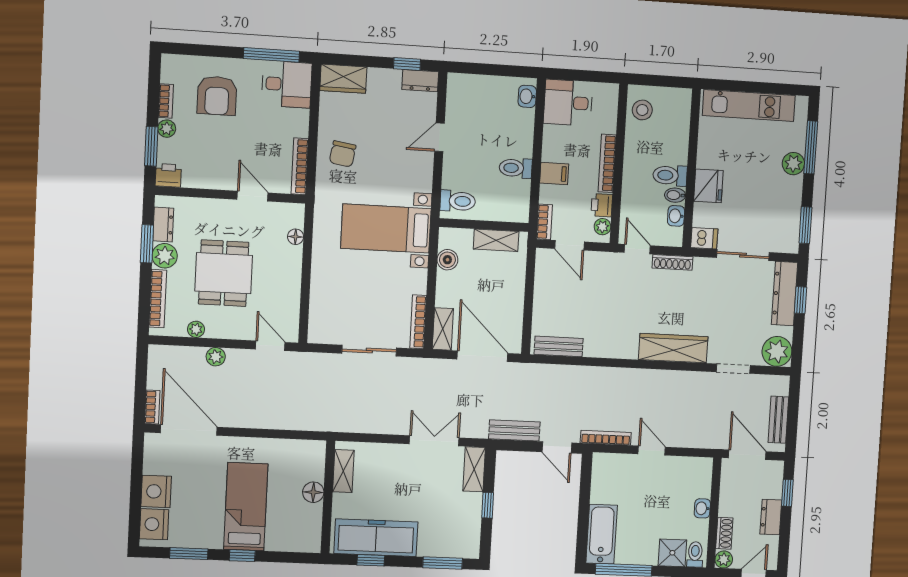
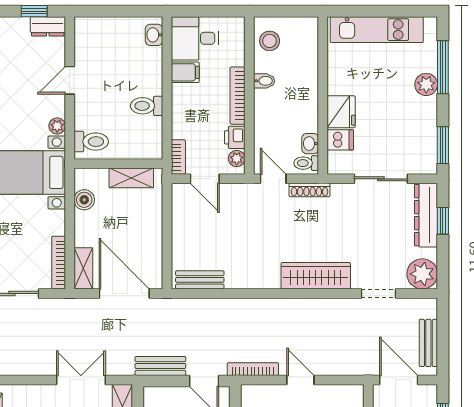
filing cabinet: (554, 173) -> (185, 72), moved
toilet: (670, 175) -> (306, 163), moved, width x0.73, depth x0.72
plant: (424, 183) -> (57, 126), added
bidet: (675, 195) -> (264, 81), moved, turned 180
dishwasher: (704, 238) -> (340, 140), moved

